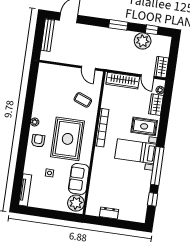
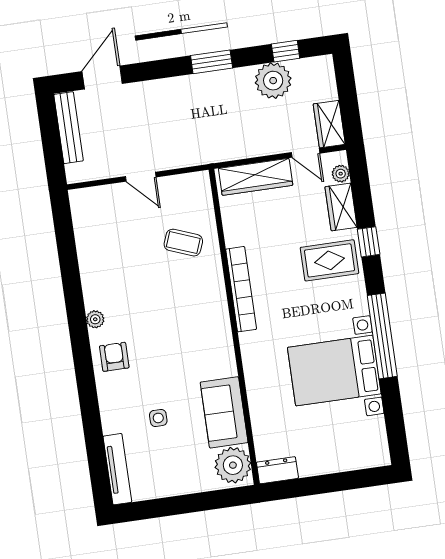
door: (88, 68) -> (141, 177), moved
rug: (68, 139) -> (175, 335), removed
bed with nightstands: (135, 151) -> (334, 371), moved, width x1.36
window: (153, 199) -> (369, 242), moved
dresser: (109, 213) -> (277, 470), moved

